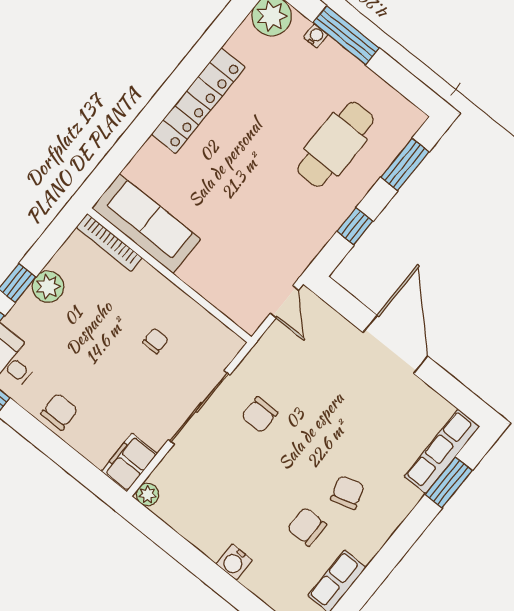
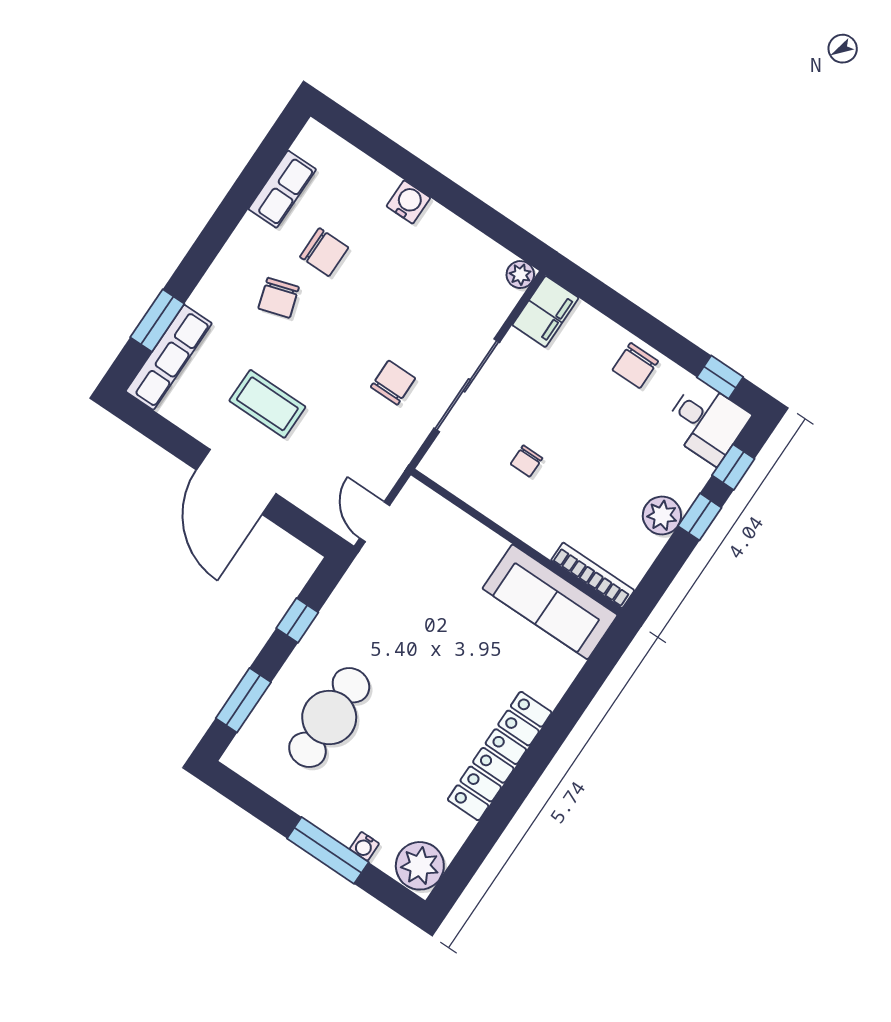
coffee table: (364, 406) -> (267, 404), added

